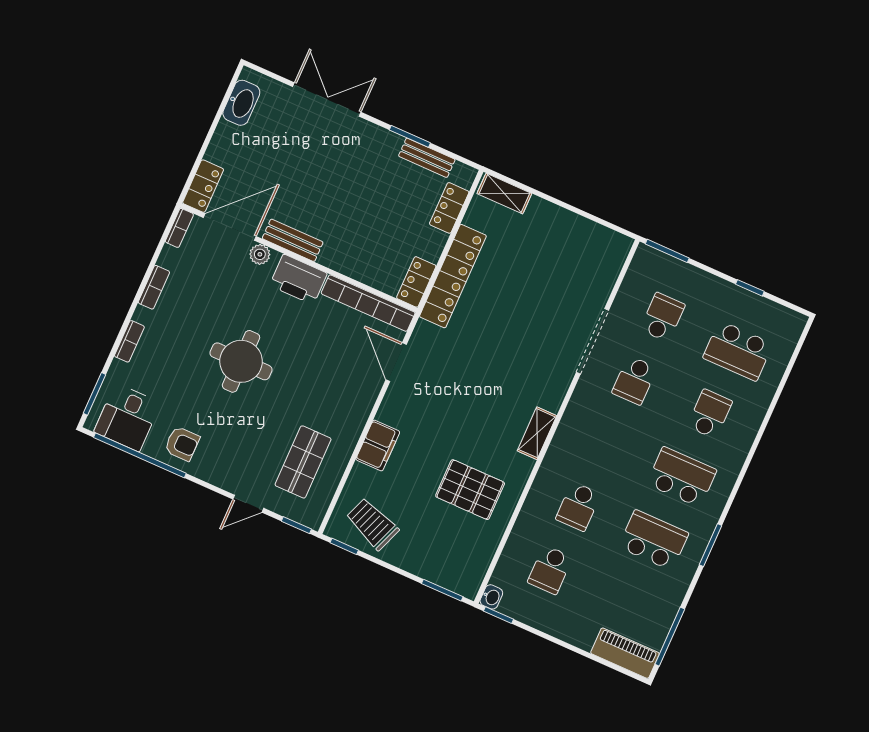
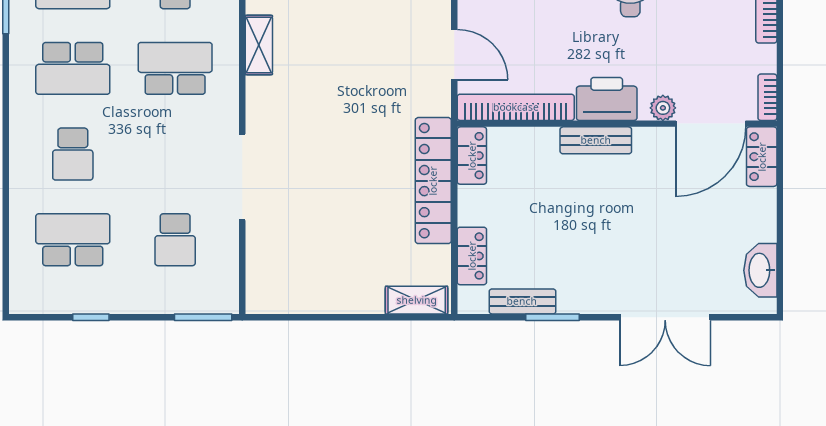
bench: (293, 240) -> (596, 140), moved
school desk: (634, 380) -> (175, 68), moved, width x1.85

